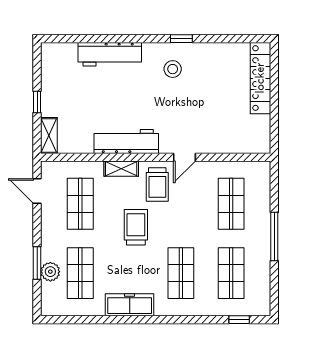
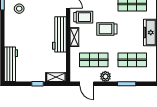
workbench: (110, 54) -> (11, 64), moved
door: (37, 191) -> (87, 84), hinge flipped
plant: (50, 272) -> (105, 76), moved

